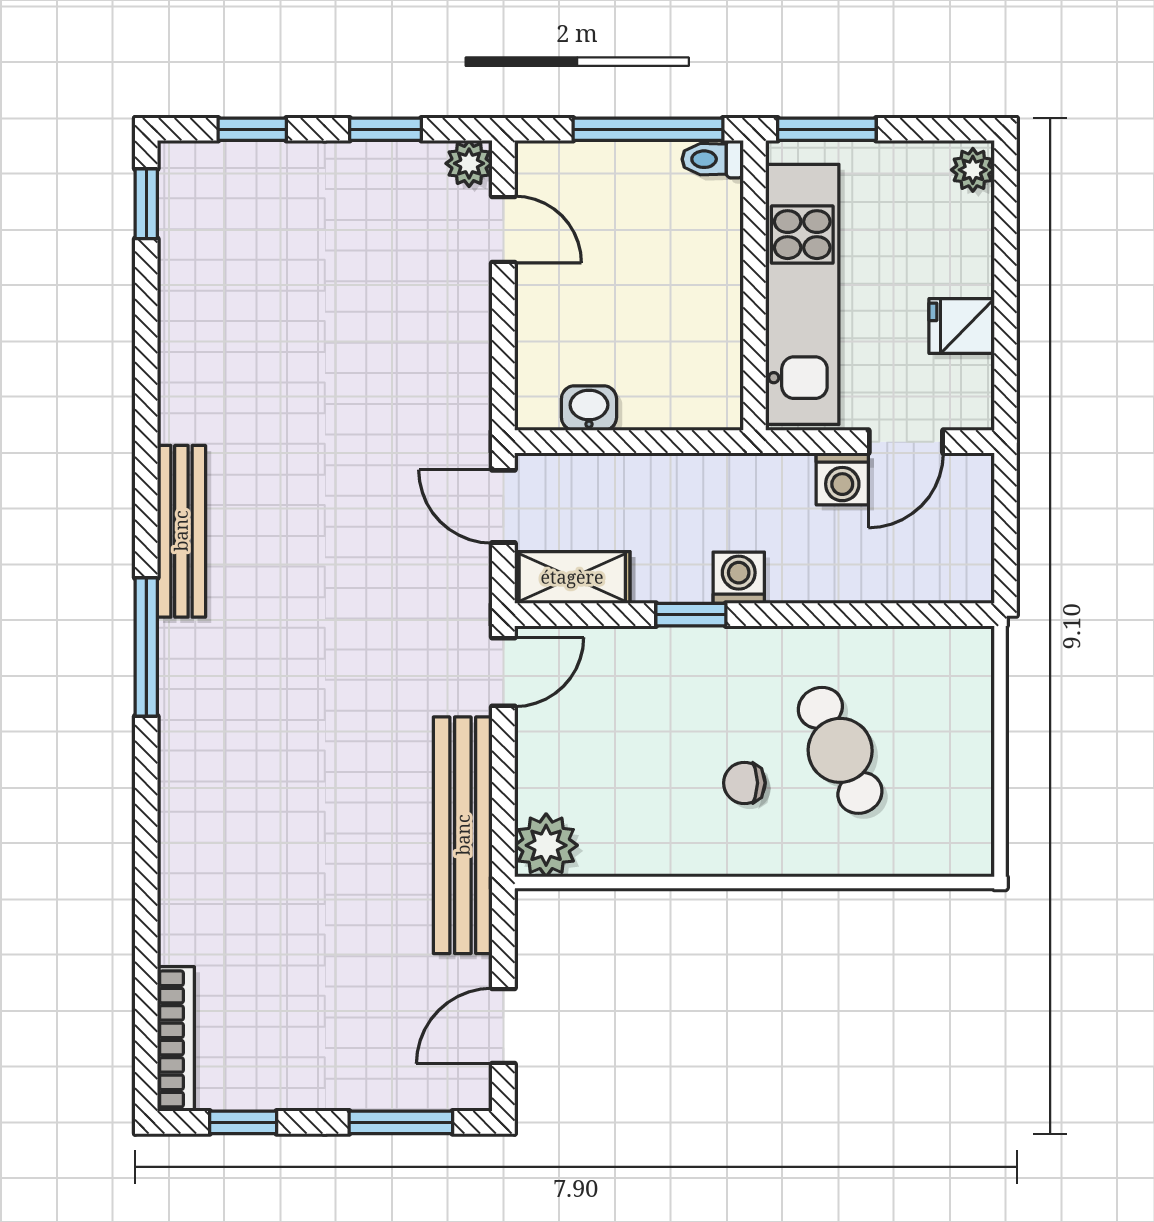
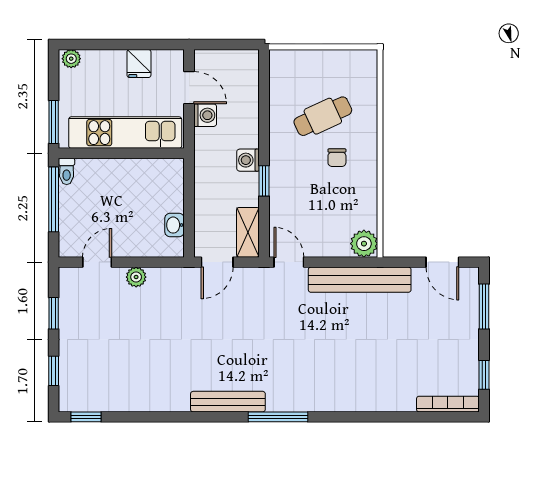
plant: (469, 163) -> (136, 277), moved

